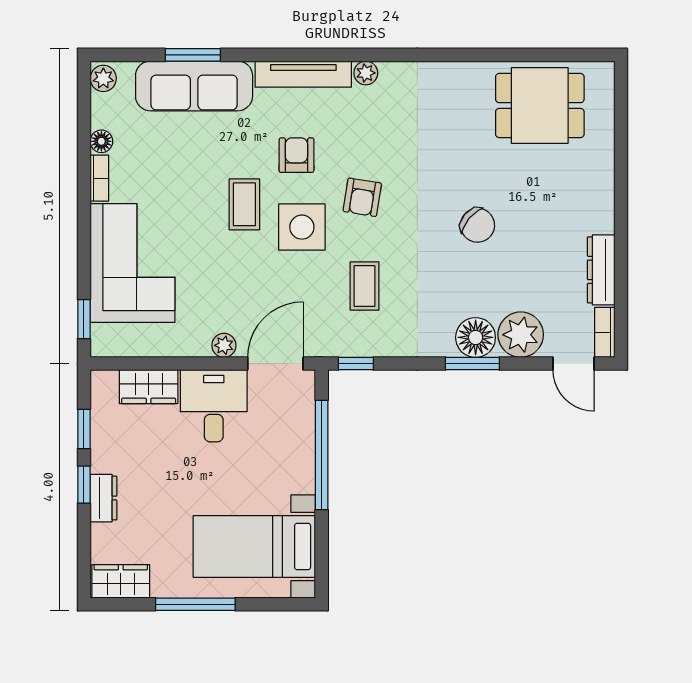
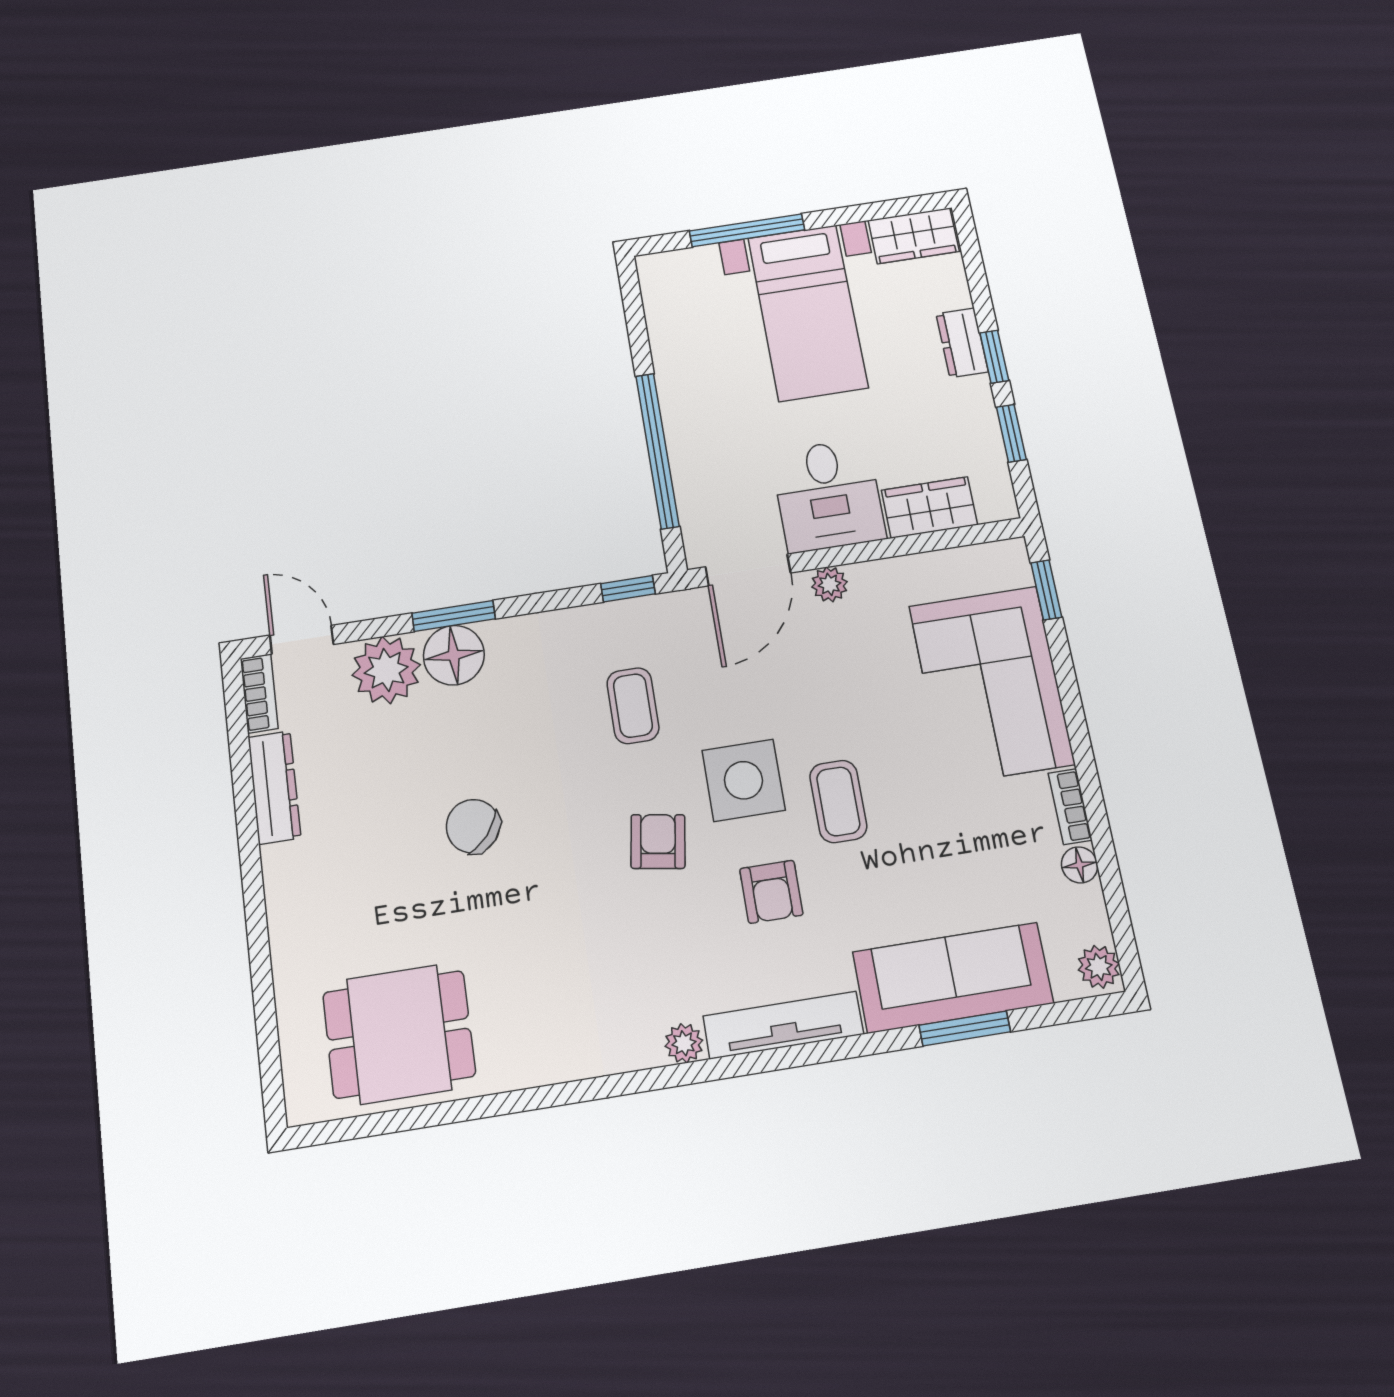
bed with nightstands: (254, 546) -> (808, 312), moved, turned 90
window: (195, 604) -> (747, 230), moved

